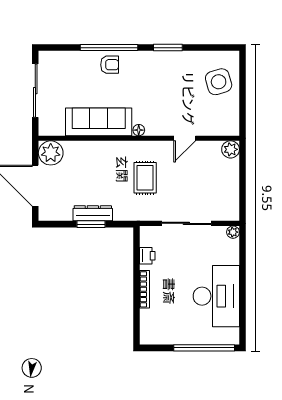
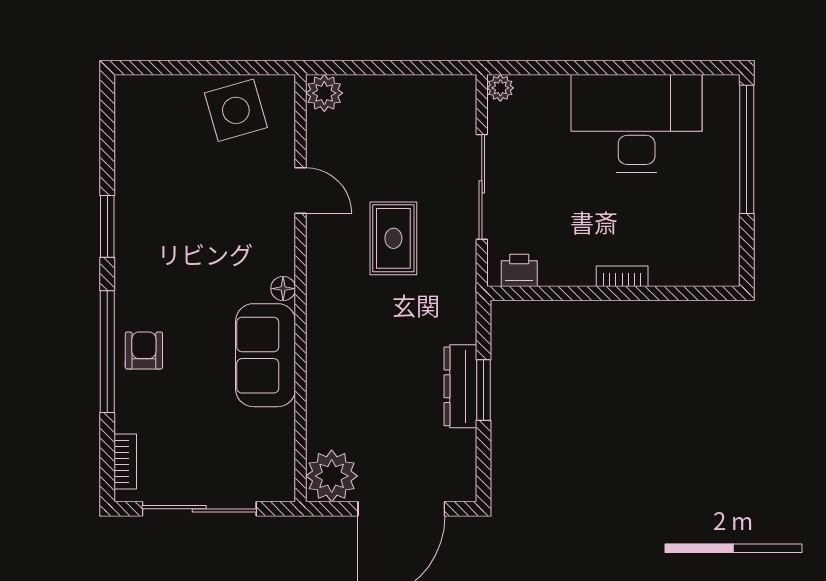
bookcase: (57, 56) -> (125, 462), added
side table: (219, 82) -> (236, 110), moved
sofa: (99, 122) -> (266, 355), width x0.73
rug: (145, 178) -> (393, 238), moved, turned 90
printer: (147, 256) -> (519, 270), moved
bookcase: (145, 289) -> (622, 276), width x0.64

